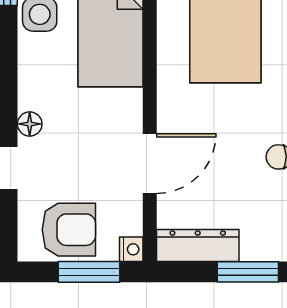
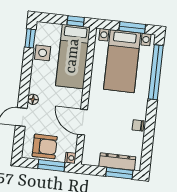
door: (150, 164) -> (83, 122), swing flipped
dresser: (198, 246) -> (117, 162), moved

